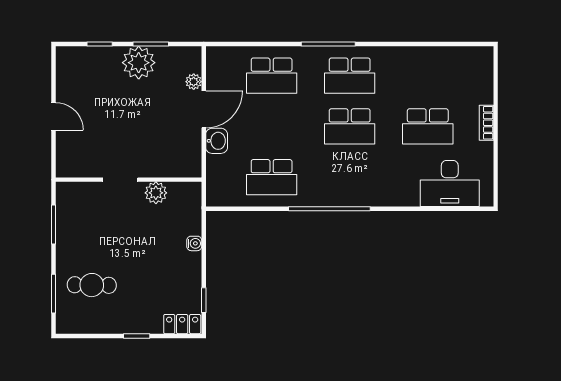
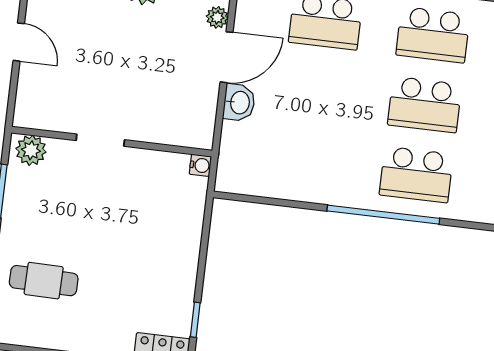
school desk: (272, 177) -> (416, 175), moved
plant: (156, 193) -> (31, 150), moved
water cooler: (194, 243) -> (200, 165), moved

